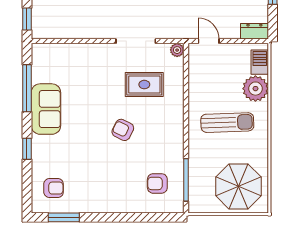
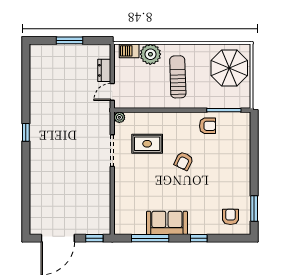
dresser: (254, 31) -> (104, 70), moved
rug: (144, 85) -> (147, 144), turned 90
armchair: (157, 183) -> (208, 126), moved, turned -90

